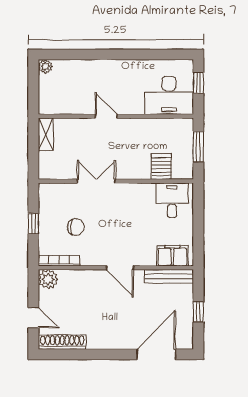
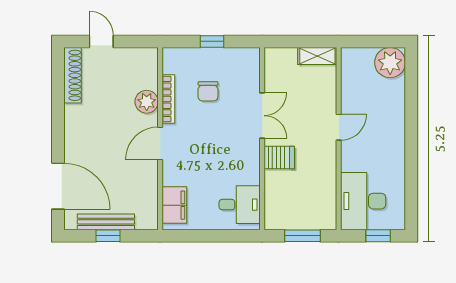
plant: (45, 66) -> (390, 63), width x1.87, depth x1.87
server rack: (161, 167) -> (279, 158), moved
bookcase: (59, 261) -> (168, 99), moved
bench: (169, 276) -> (106, 222), moved, turned 90
plant: (48, 279) -> (147, 102), moved
door: (33, 318) -> (101, 41), swing flipped

